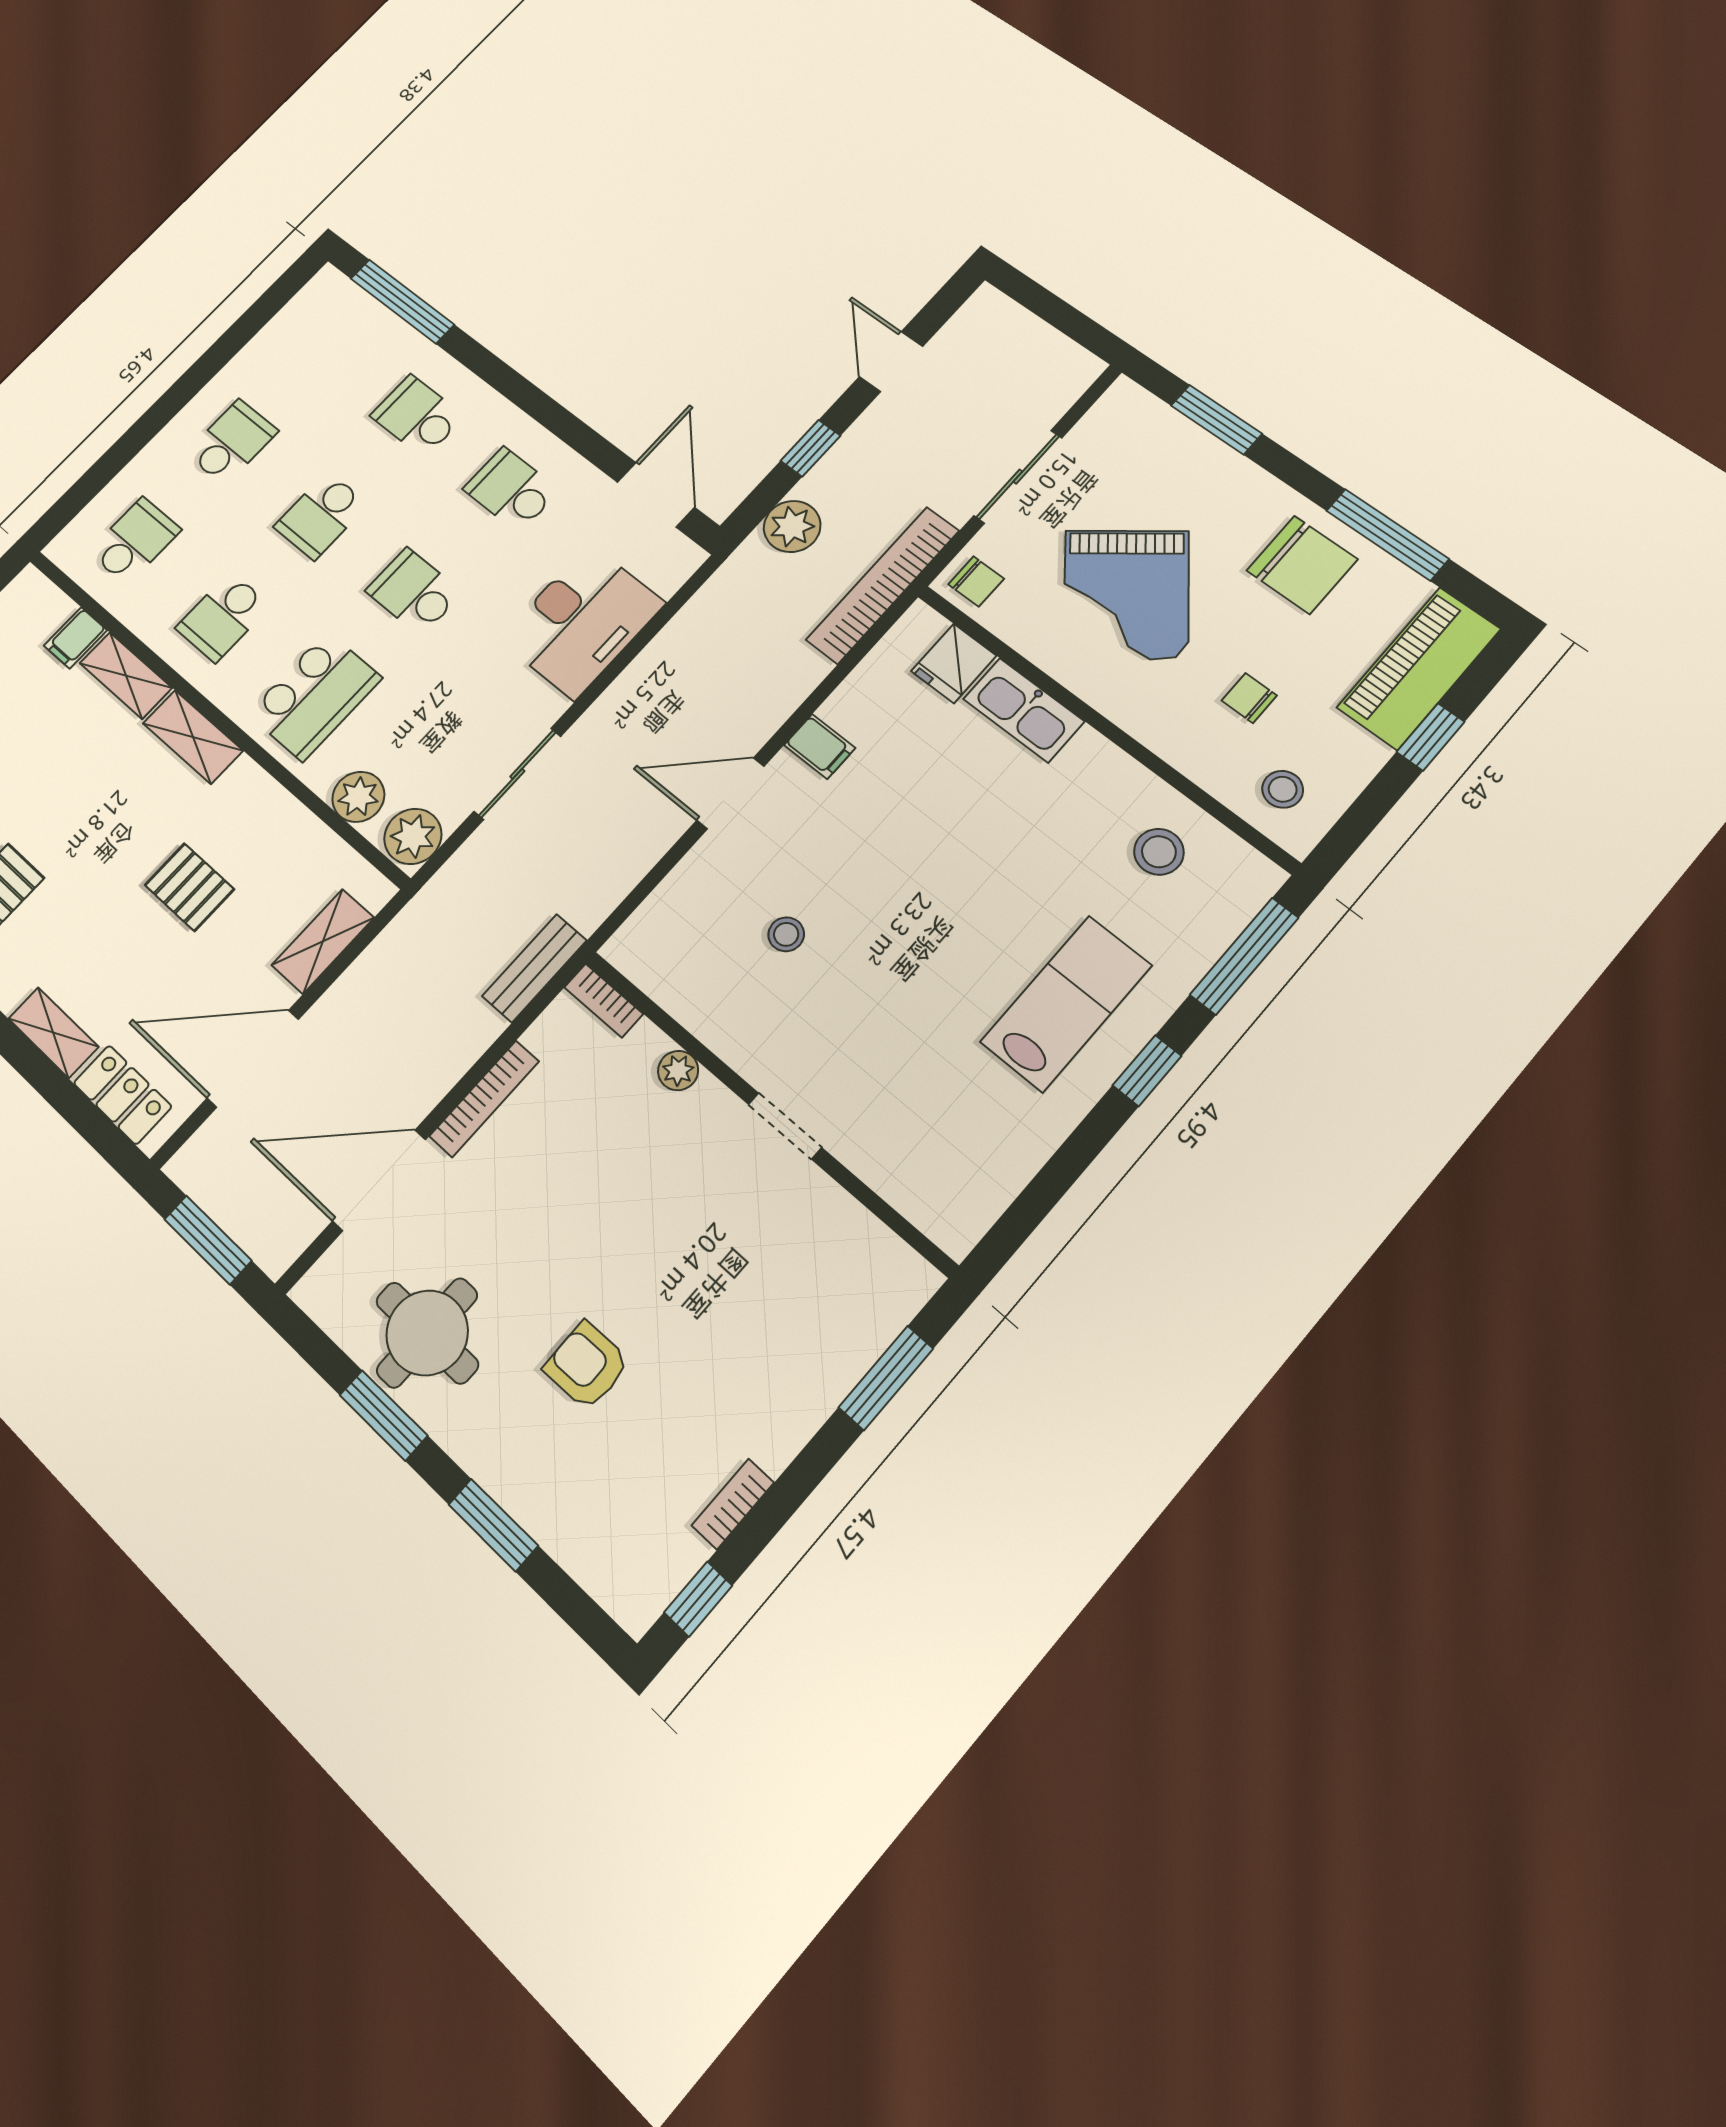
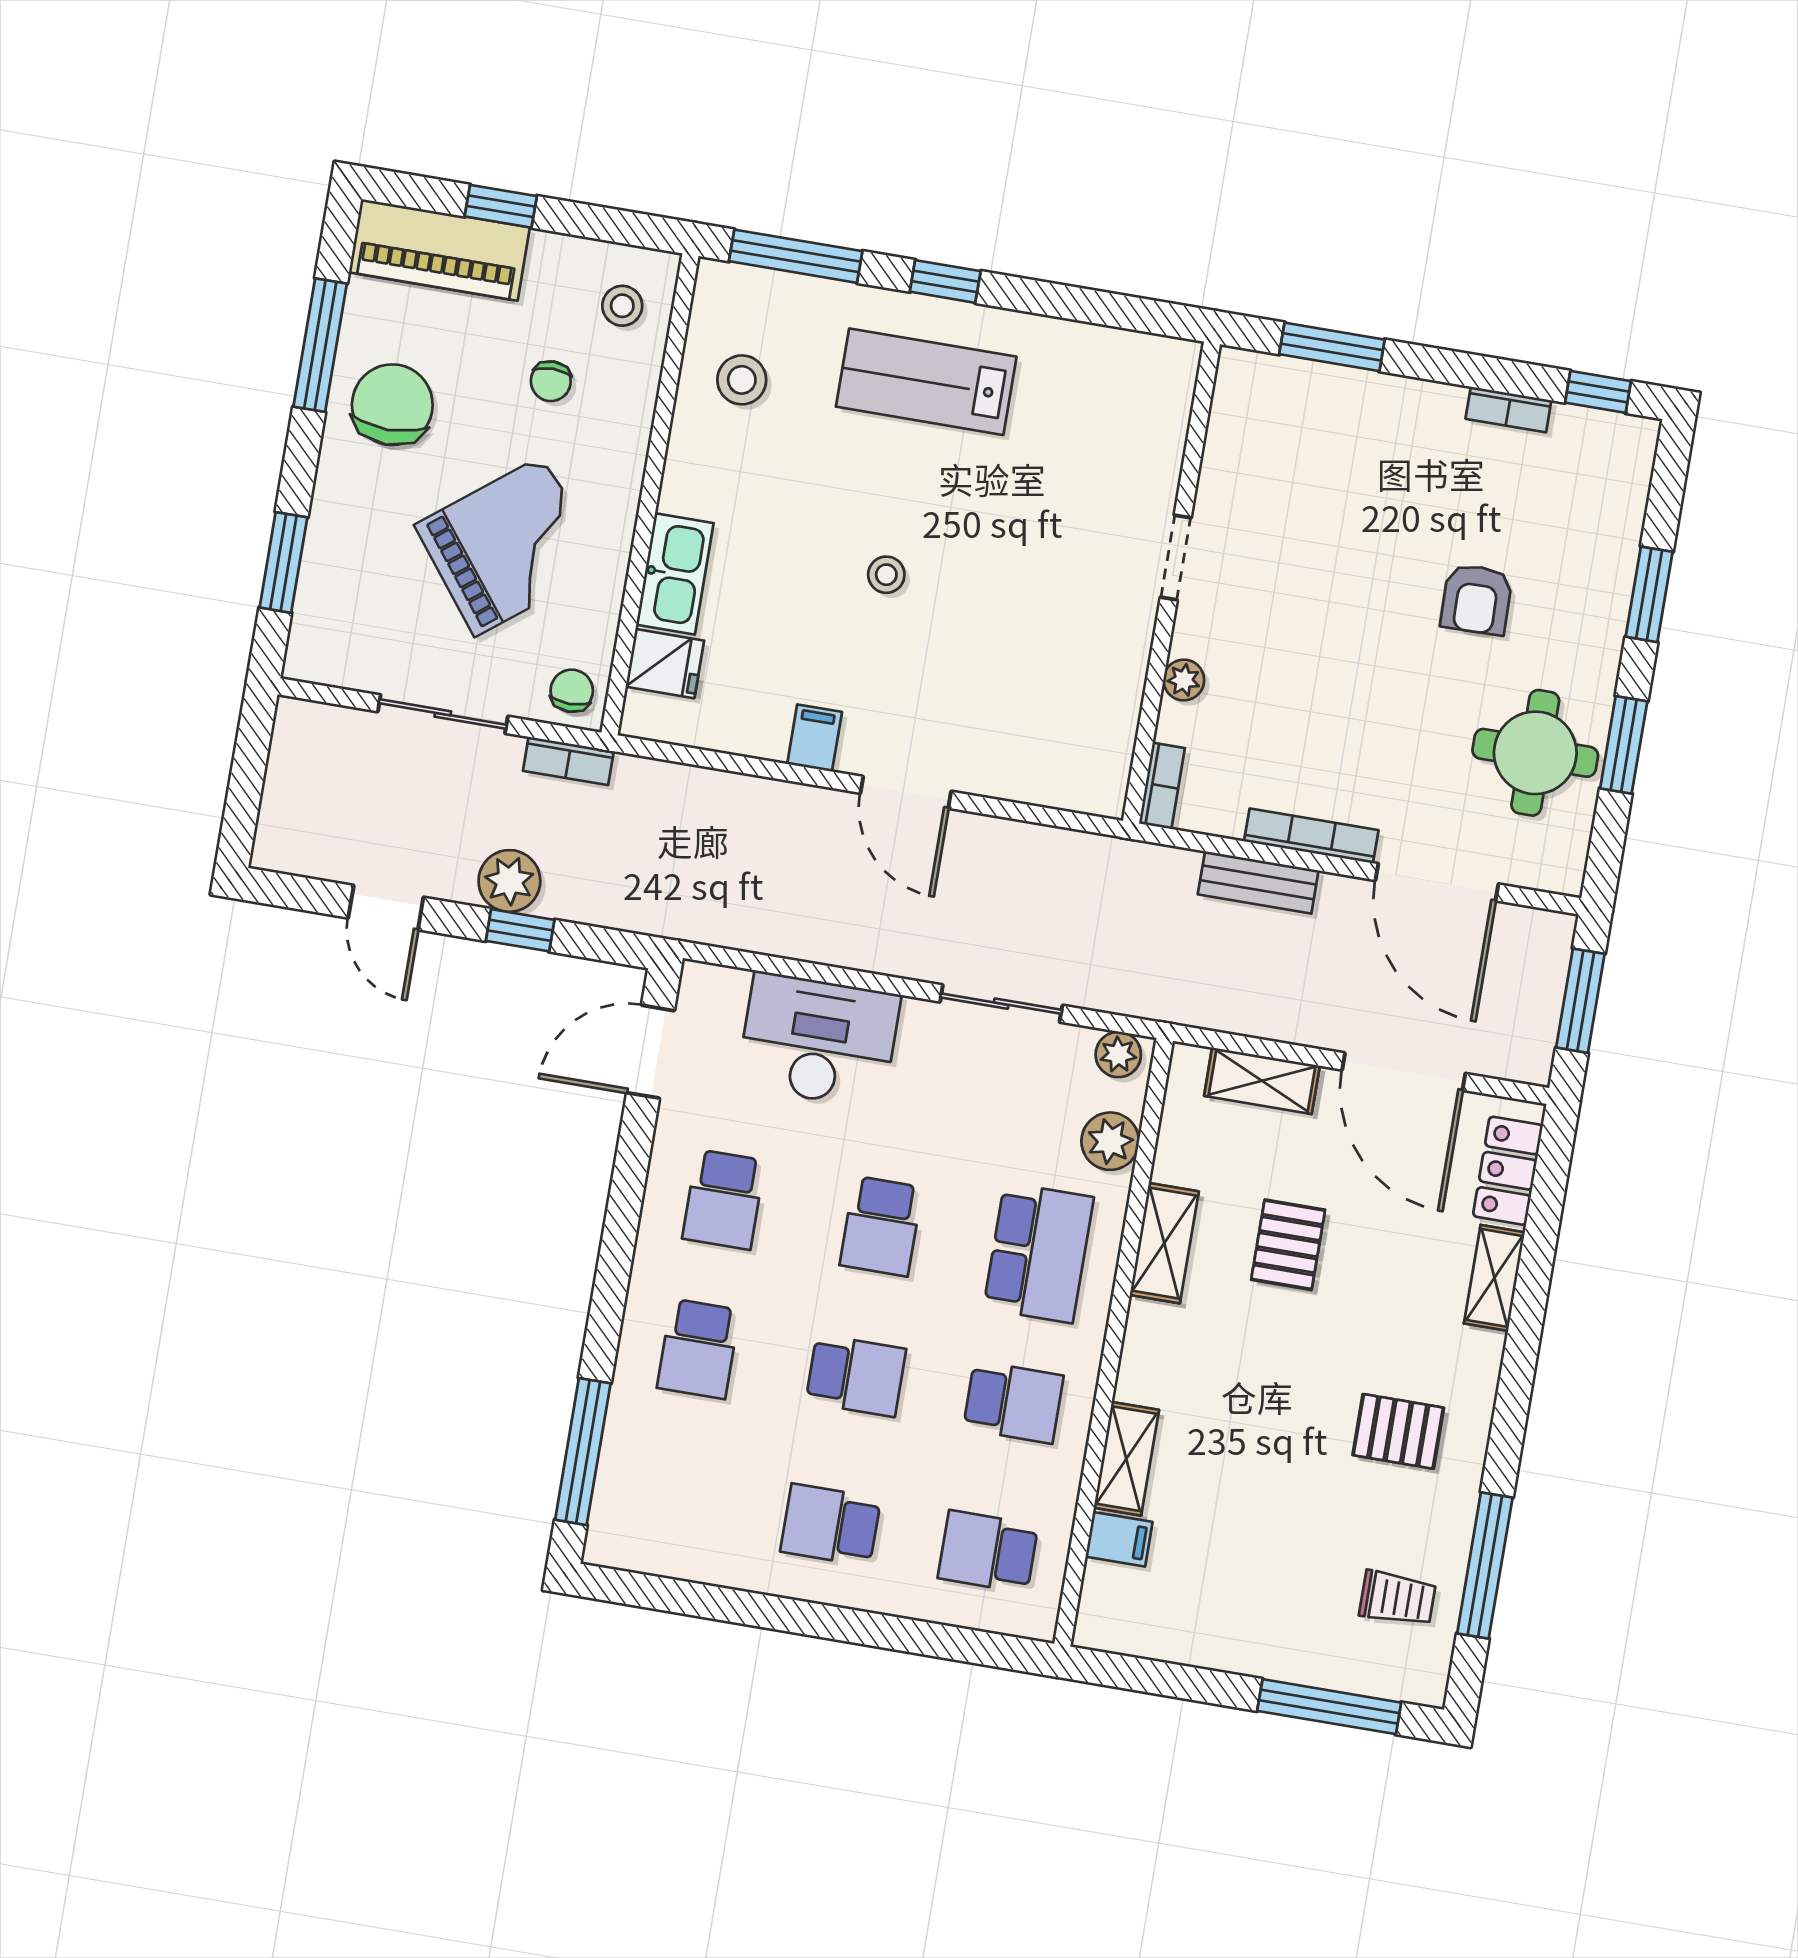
door: (891, 362) -> (386, 908), hinge flipped
plant: (792, 526) -> (509, 881), moved
bookcase: (883, 585) -> (568, 761), width x0.43, depth x0.76
school desk: (315, 696) -> (1039, 1253), turned 90
shelving: (193, 737) -> (1164, 1243), moved
plant: (413, 836) -> (1118, 1055), width x0.73, depth x0.73
stool: (786, 934) -> (886, 575), moved
bench: (534, 968) -> (1258, 882), moved

